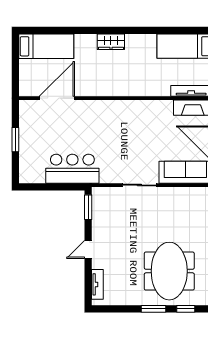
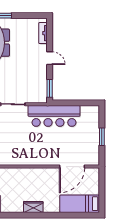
bar counter: (72, 169) -> (54, 116), width x1.36
door: (88, 249) -> (50, 58), hinge flipped

